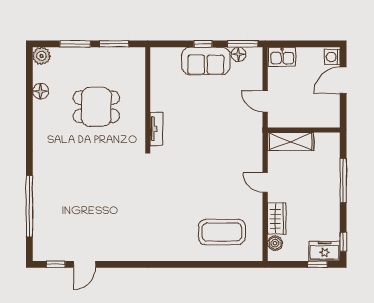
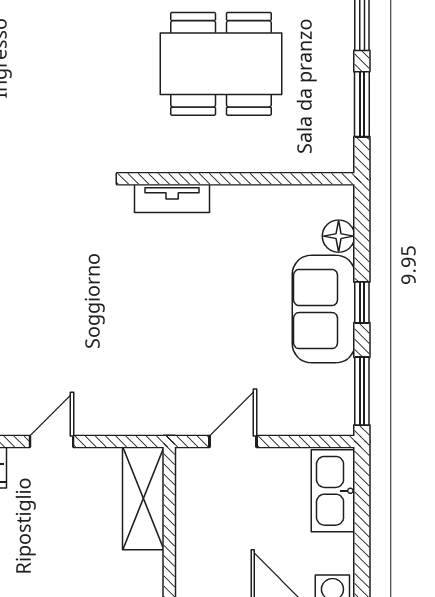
floor lamp: (238, 54) -> (339, 236), moved
kitchen sink: (282, 57) -> (333, 491), width x1.38
dining table: (96, 107) -> (221, 64), width x1.38

